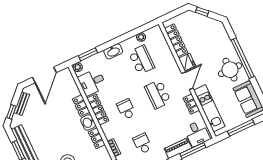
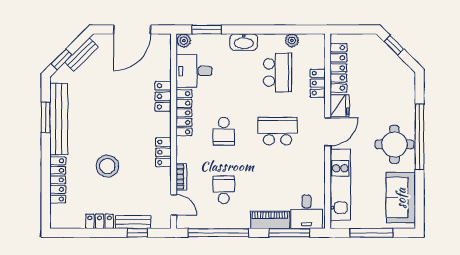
school desk: (158, 94) -> (278, 131), turned 90
locker: (191, 104) -> (318, 83), moved
school desk: (126, 109) -> (224, 131), turned 180
washbasin: (88, 122) -> (162, 125), removed

